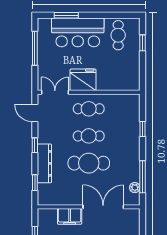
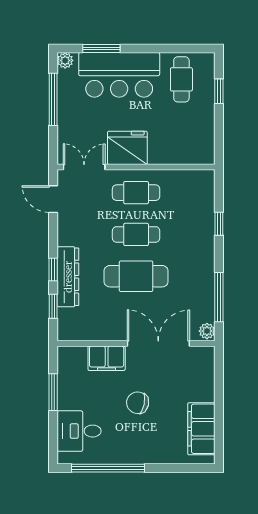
plant: (43, 23) -> (65, 60), added
window: (35, 145) -> (53, 270), moved
plant: (135, 188) -> (207, 331), moved

